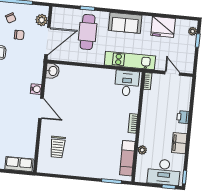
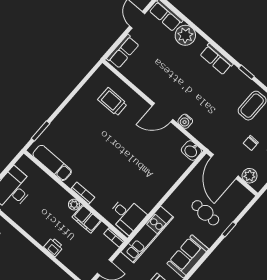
cafe table: (88, 32) -> (205, 213), width x0.73, depth x0.74
filing cabinet: (179, 143) -> (87, 219), moved, turned 180
plant: (142, 150) -> (74, 205), moved

